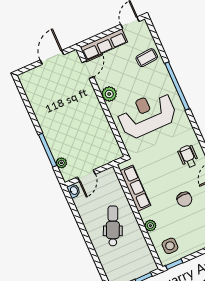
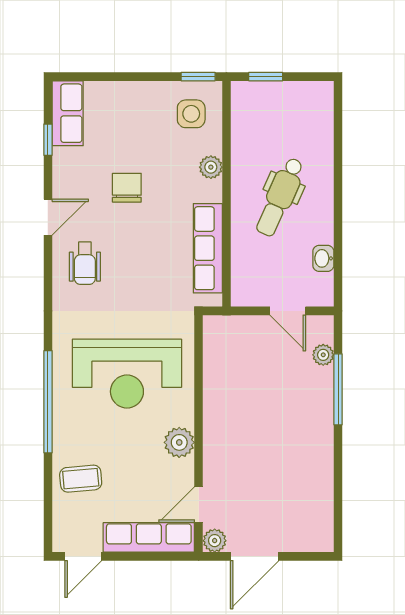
plant: (73, 56) -> (215, 541), added
door: (86, 176) -> (288, 311), swing flipped
washbasin: (74, 191) -> (323, 258), moved

